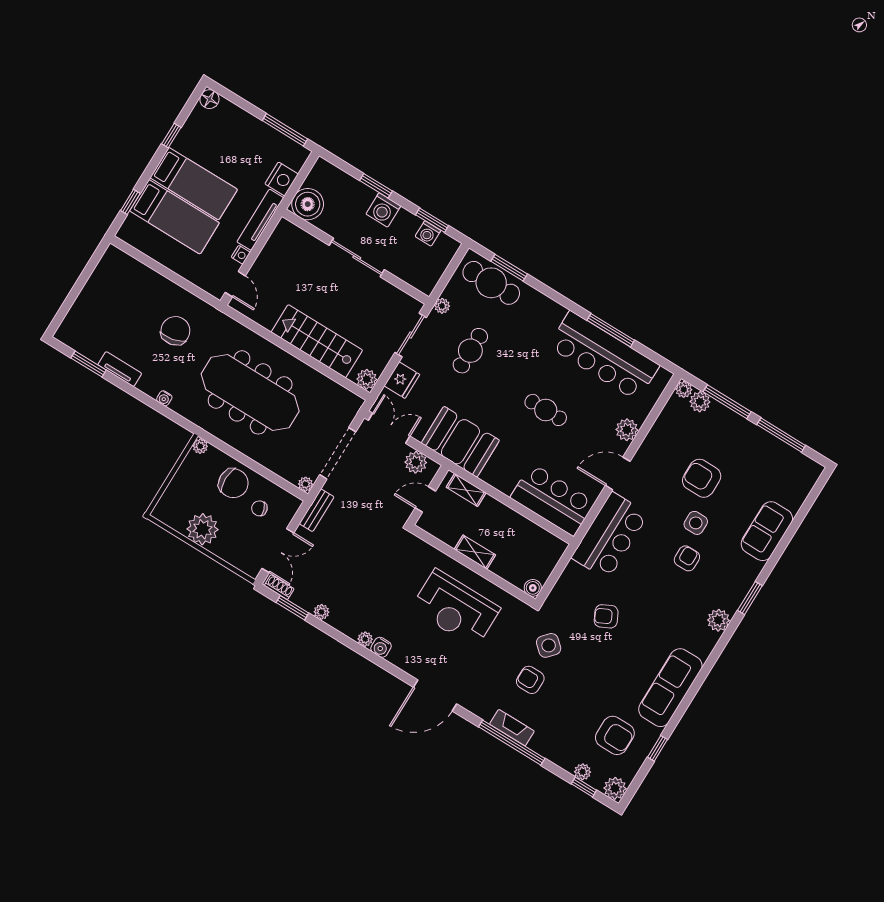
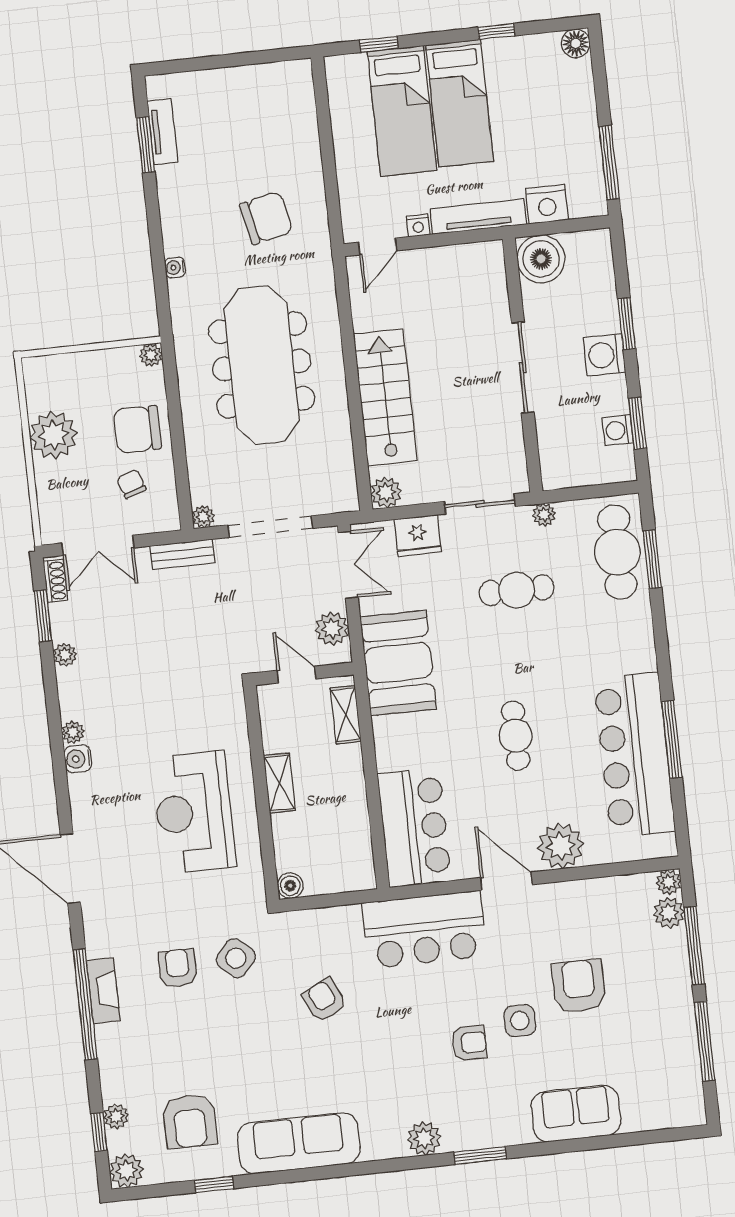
tv unit: (120, 369) -> (162, 132), moved
plant: (627, 430) -> (561, 846), width x1.36, depth x1.36
chair: (233, 483) -> (137, 429), turned 90

